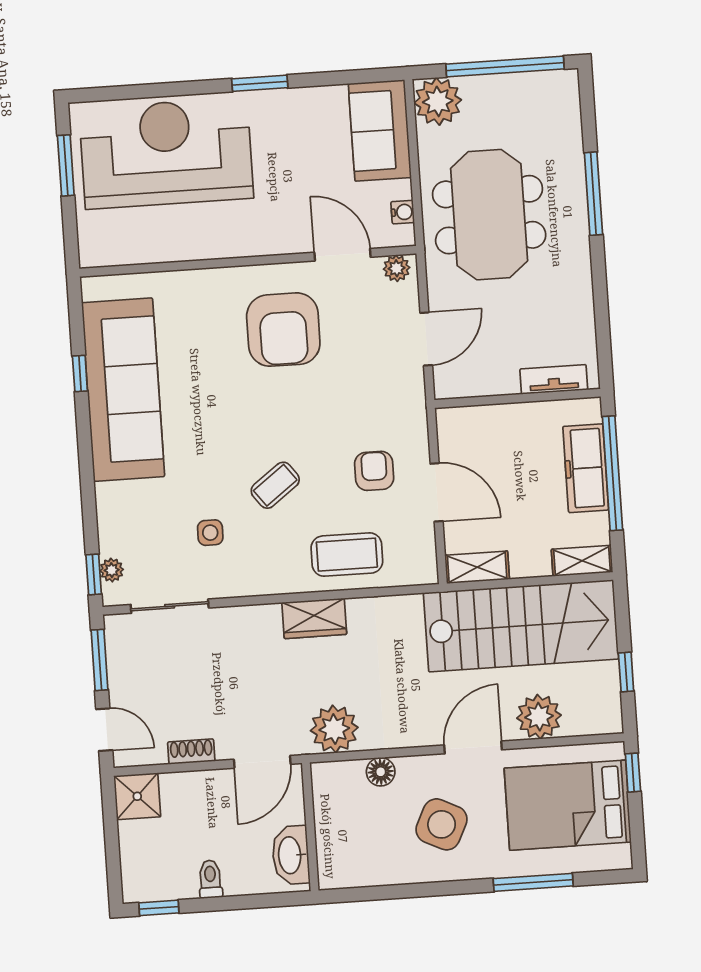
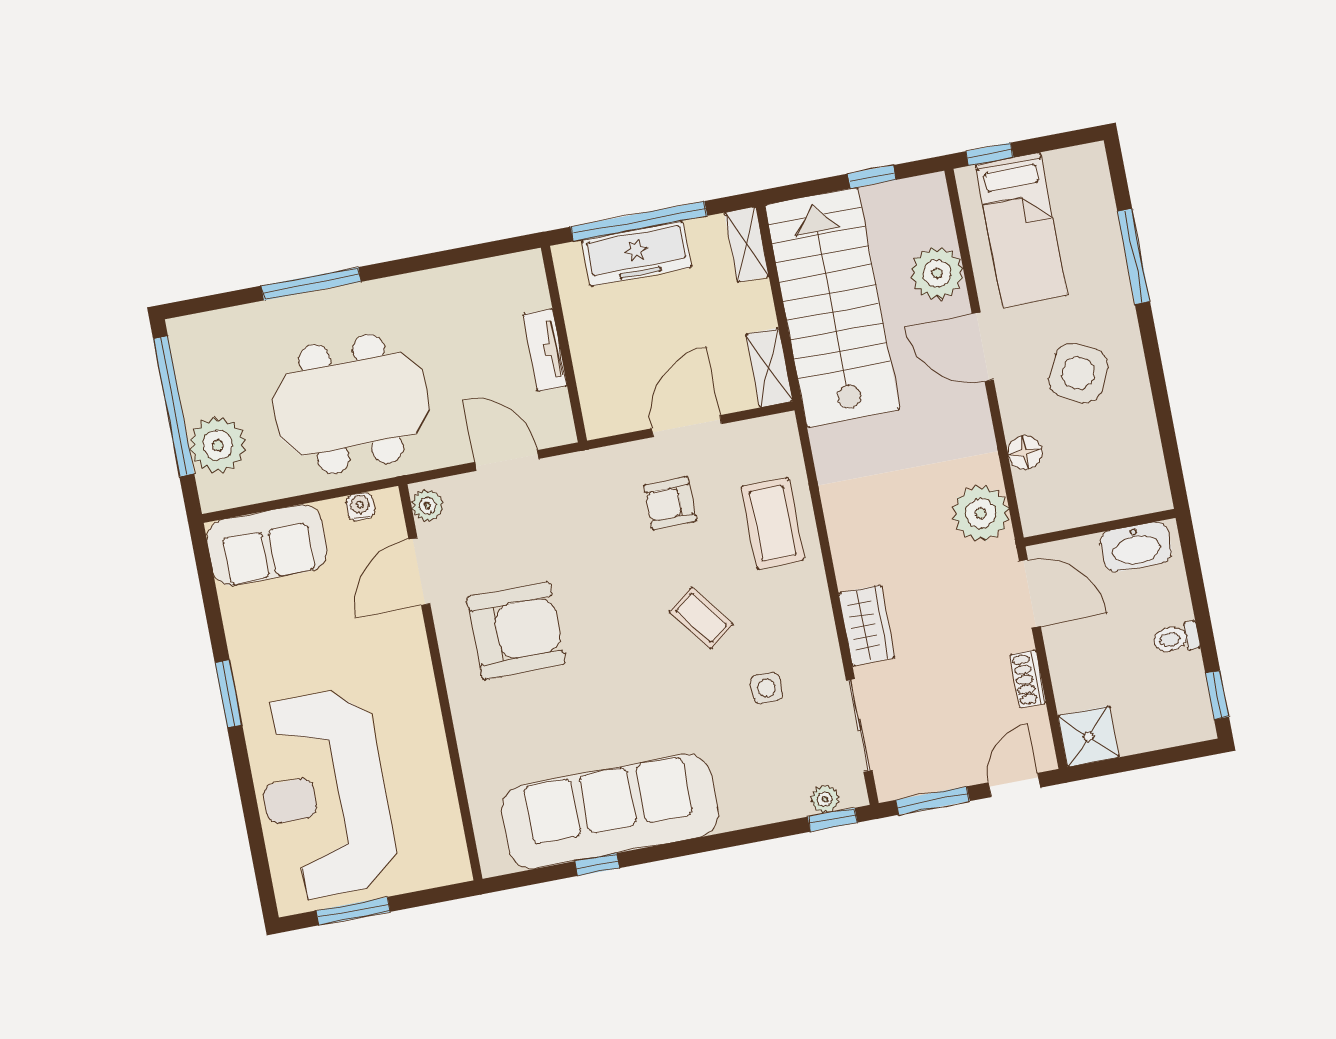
plant: (438, 101) -> (218, 445), moved
tv unit: (554, 379) -> (545, 350), moved
wardrobe: (314, 618) -> (867, 625), moved
bed: (568, 805) -> (1021, 230), width x0.67

